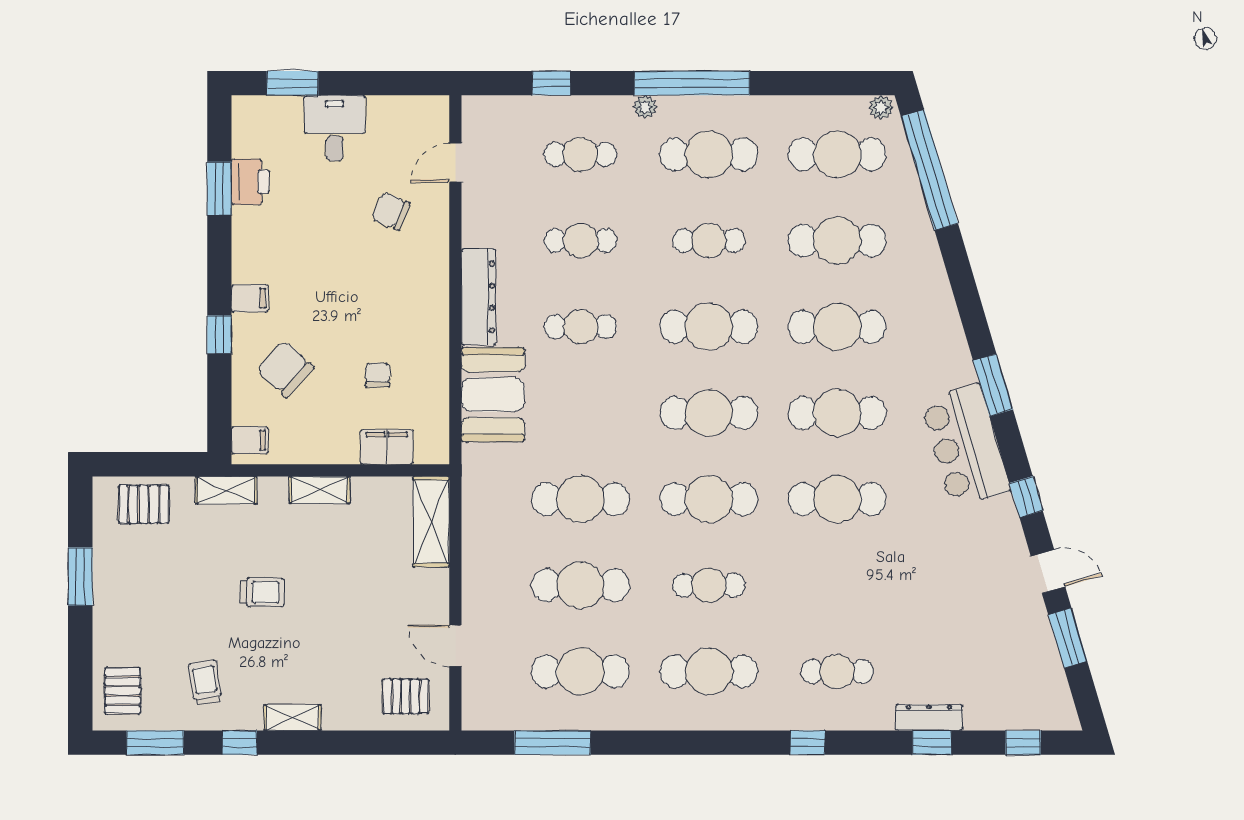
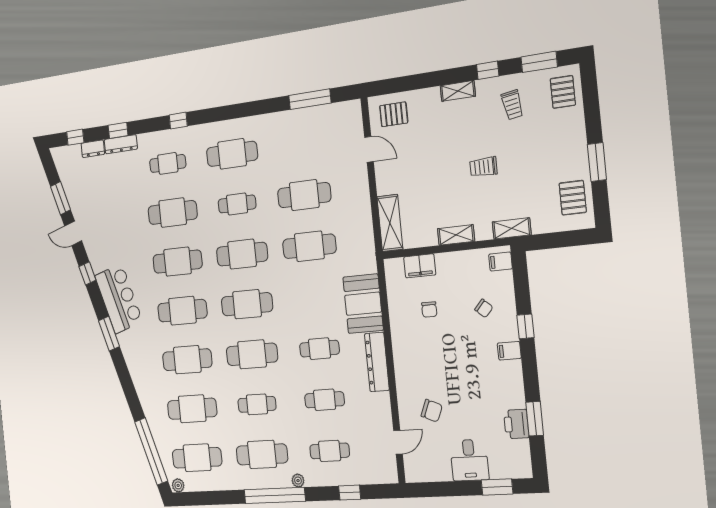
chair: (285, 369) -> (484, 308), width x0.54, depth x0.54
pallet: (144, 504) -> (573, 198), moved, turned 90
cafe table: (580, 671) -> (173, 213), moved
dresser: (988, 717) -> (93, 149), added

